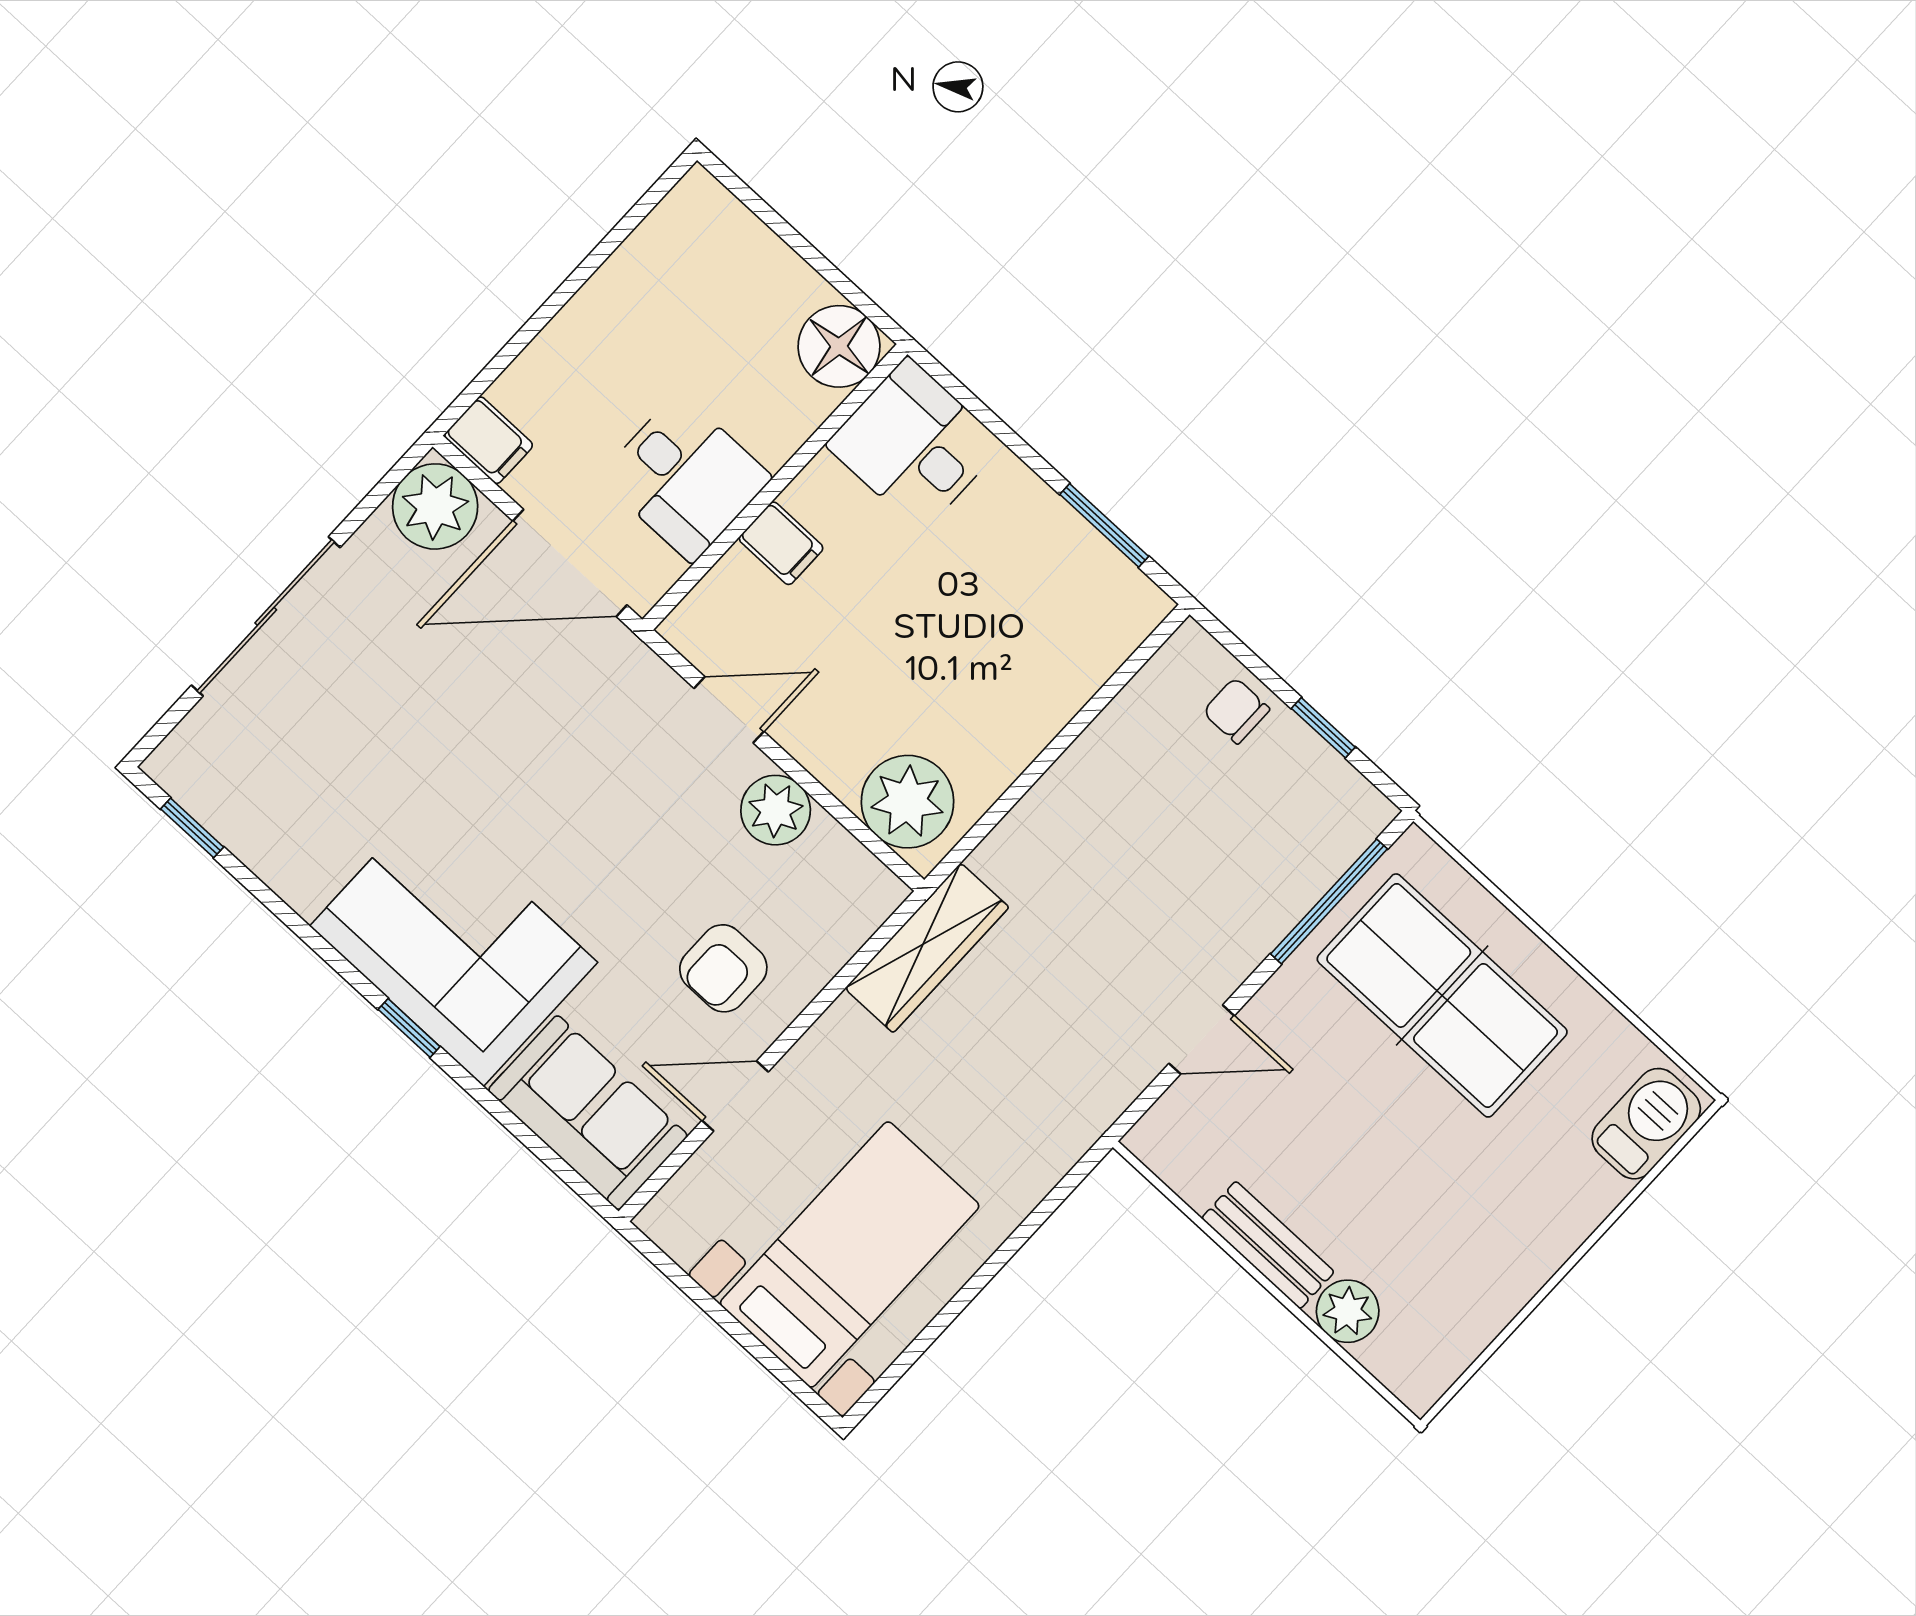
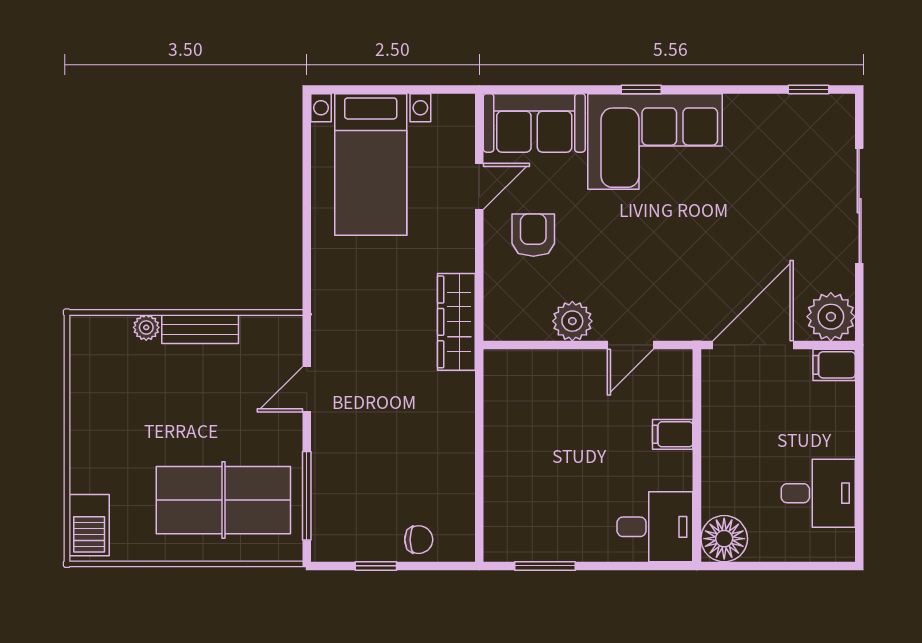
desk: (685, 477) -> (818, 493), moved, turned 180
plant: (907, 802) -> (521, 375), removed
plant: (1348, 1311) -> (146, 327), width x0.73, depth x0.73

